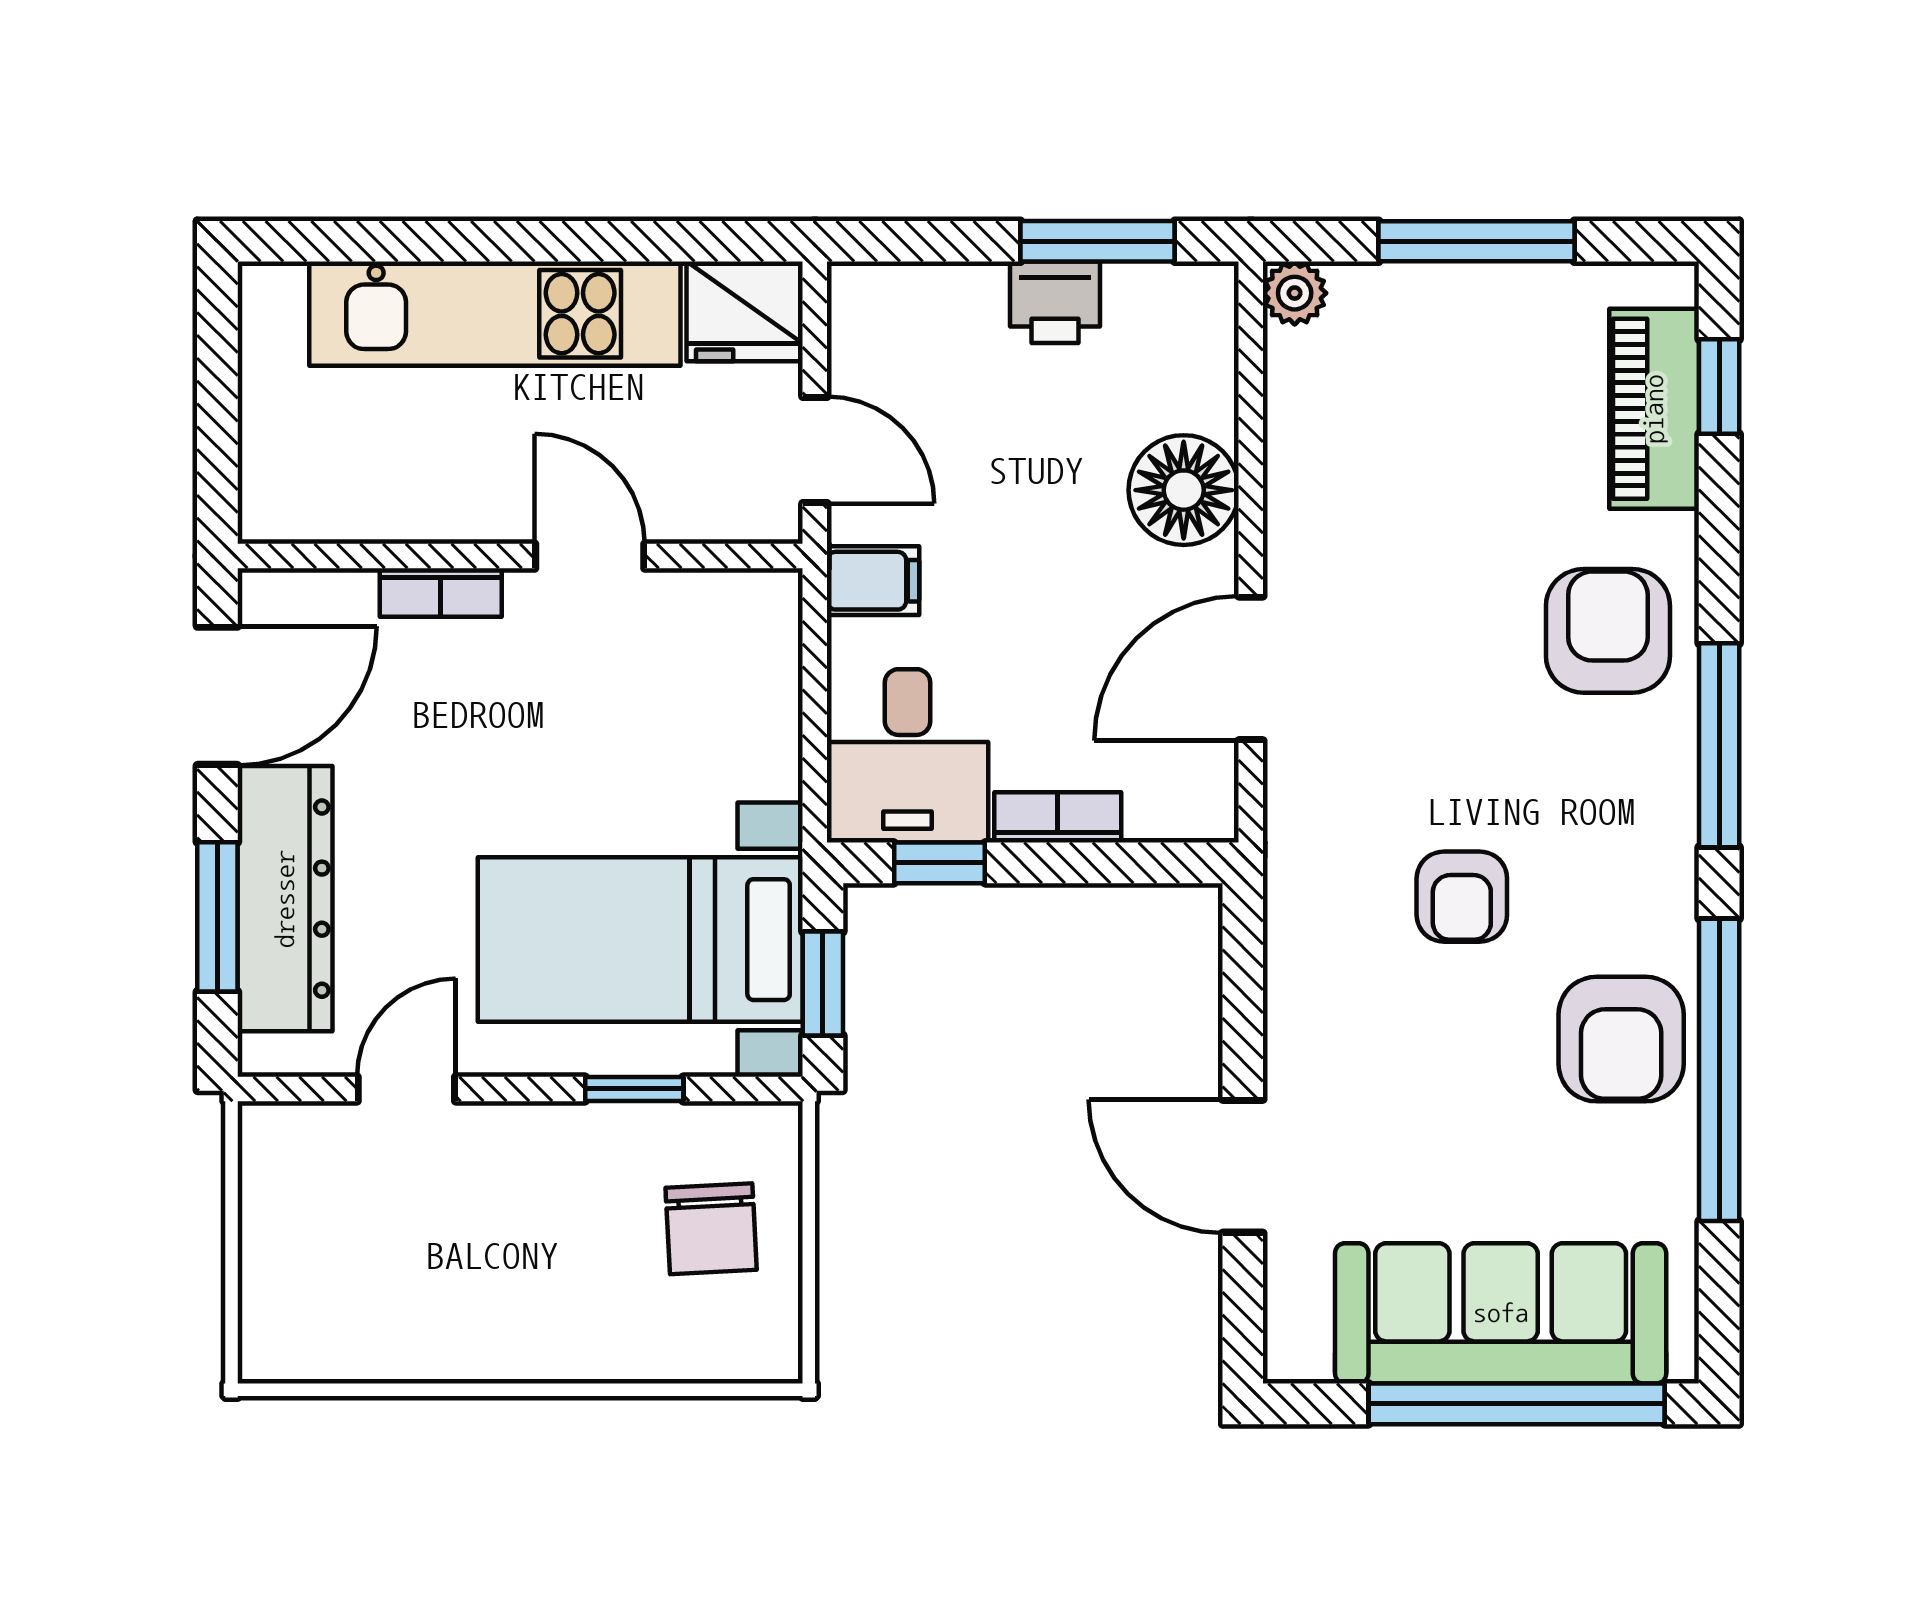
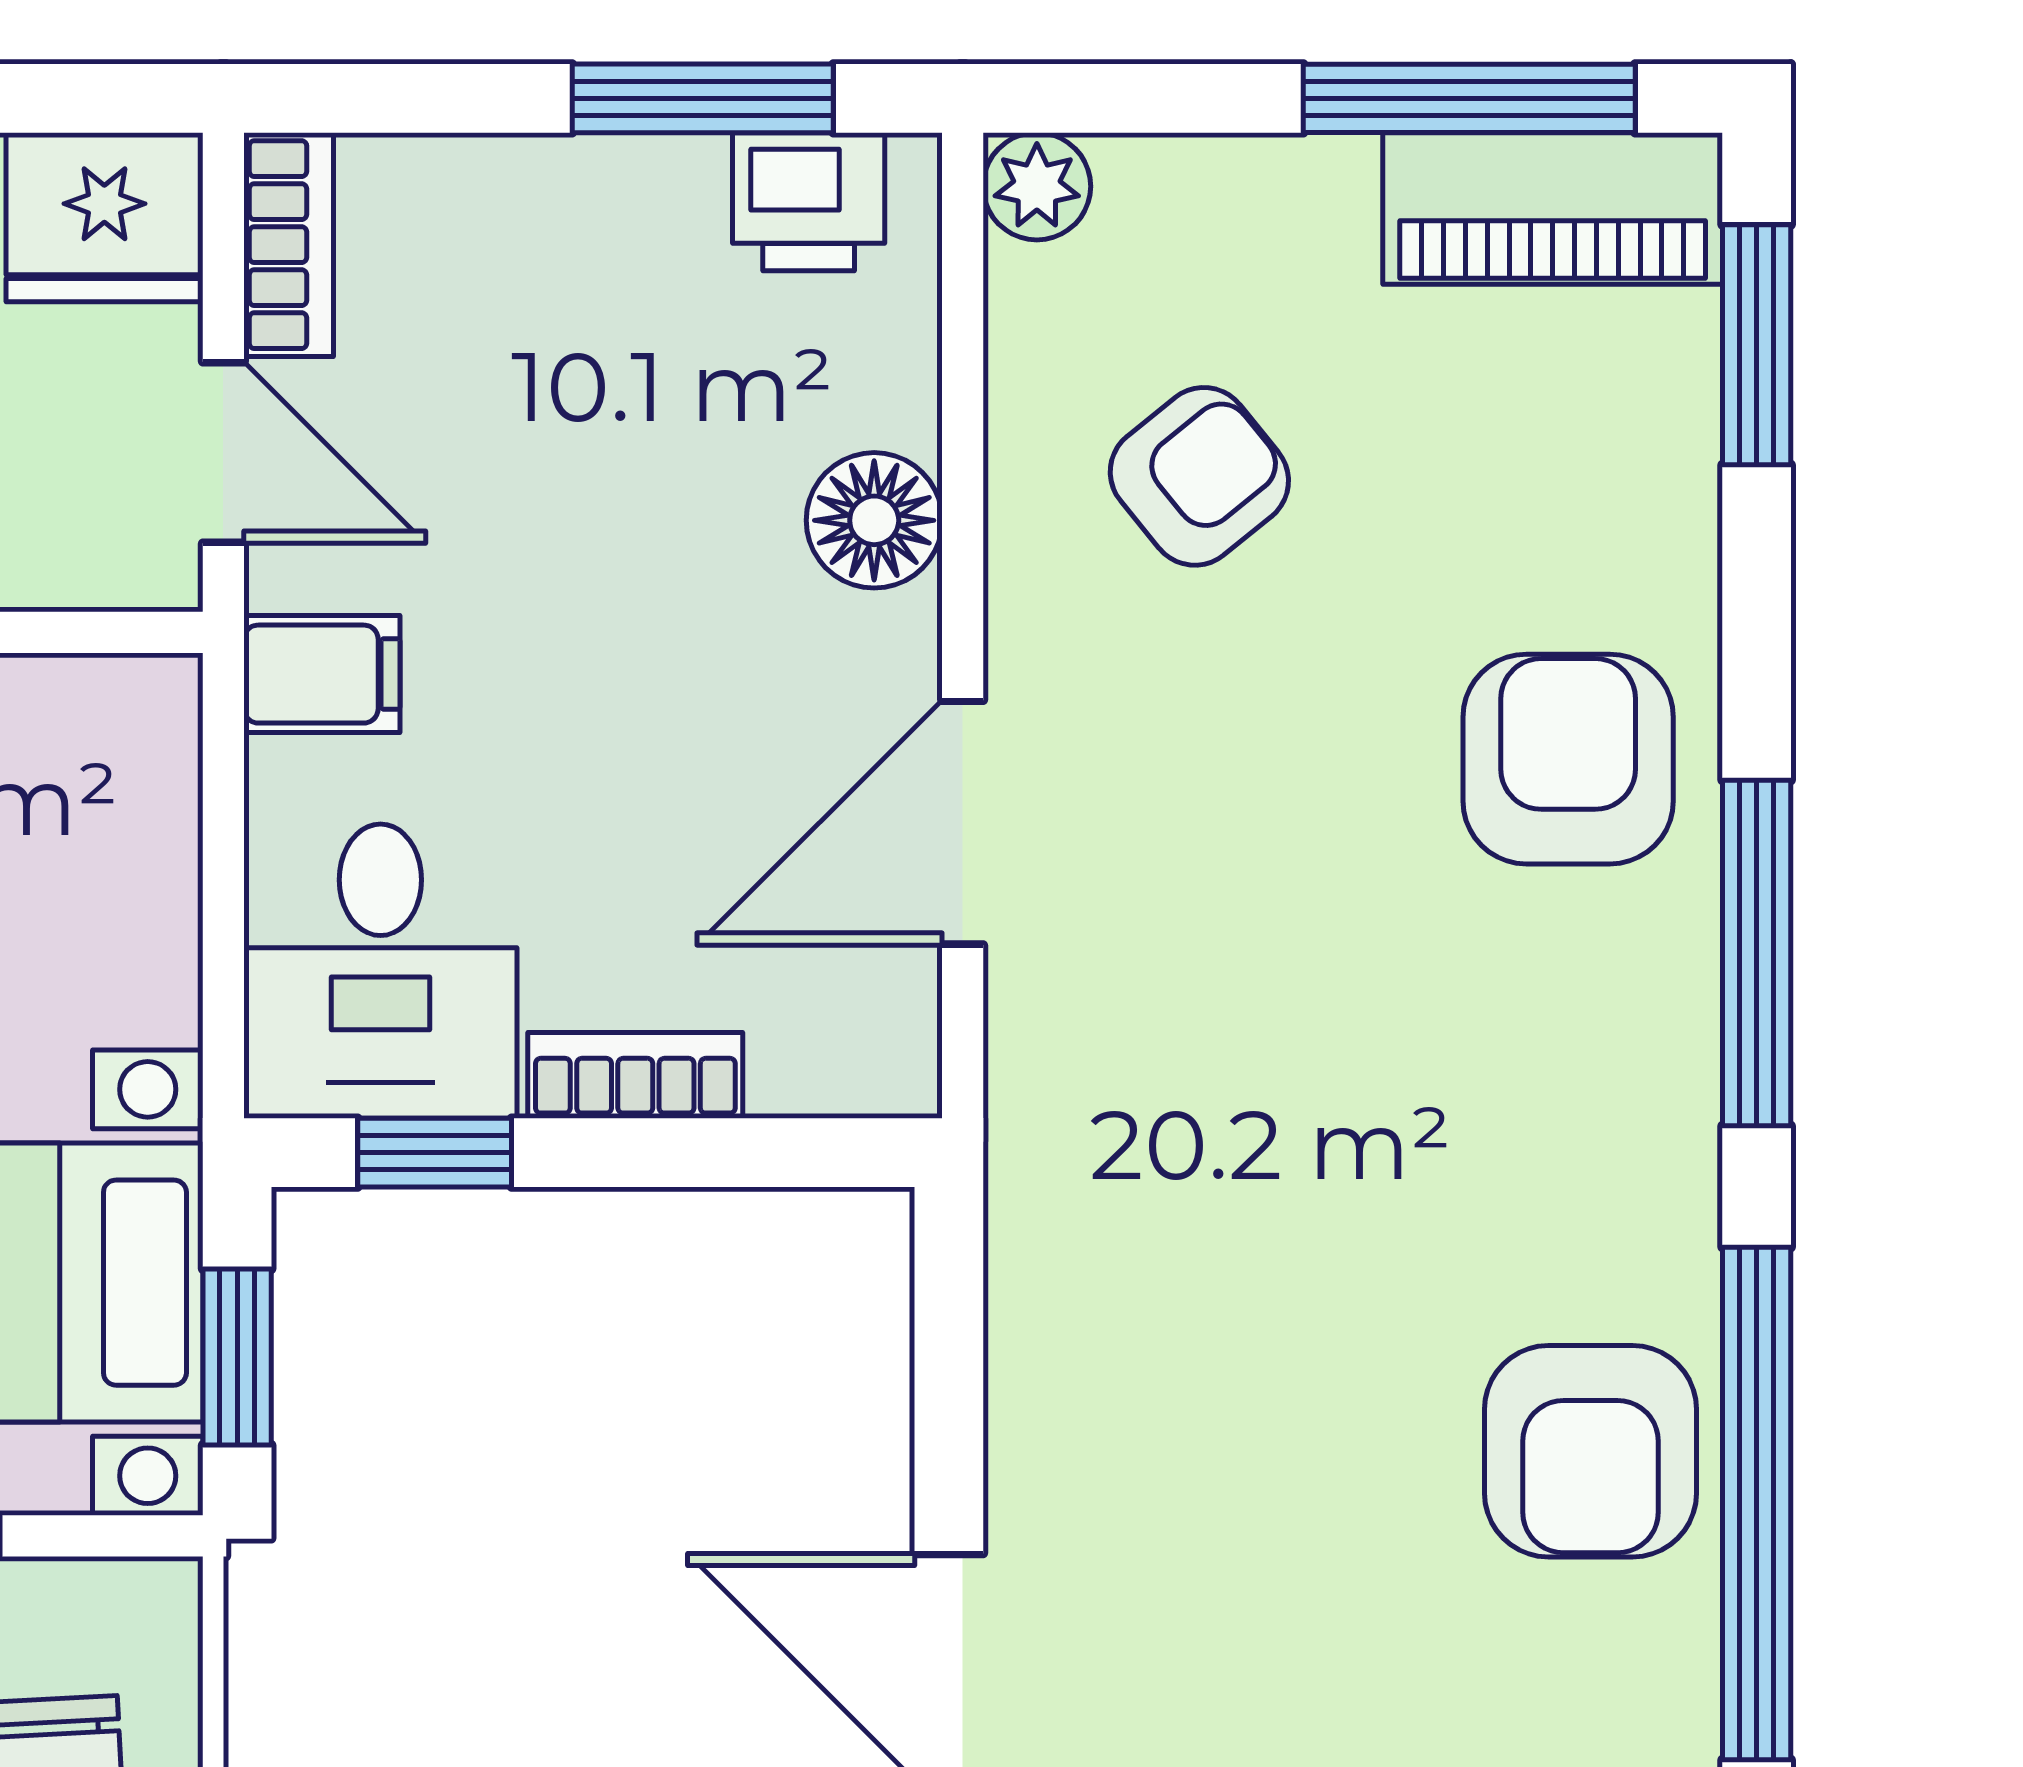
window: (1476, 241) -> (1469, 98), moved
printer: (1055, 302) -> (809, 202), moved
bookcase: (853, 327) -> (289, 245), added
window: (1719, 387) -> (1757, 345), width x1.50
piano: (1654, 409) -> (1553, 209), moved, turned -90
floor lamp: (1184, 490) -> (874, 520), width x0.73, depth x0.73
armchair: (1462, 897) -> (1199, 476), moved, turned -129

